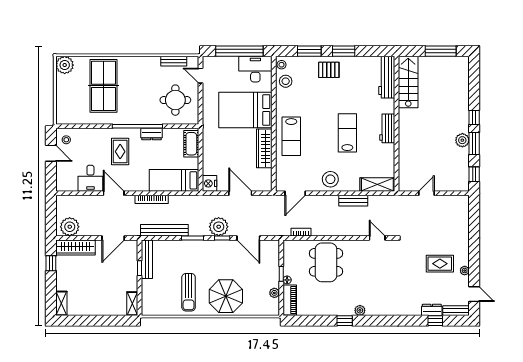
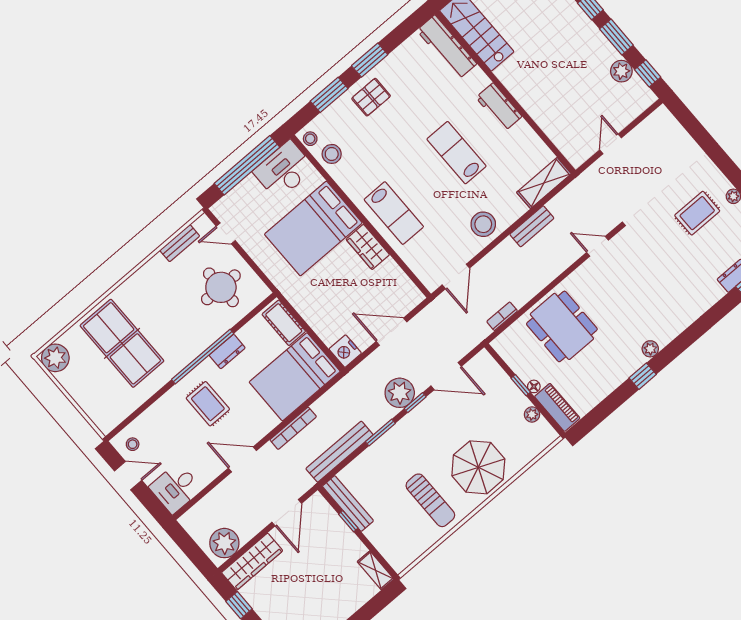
plant: (462, 140) -> (621, 71), moved
wardrobe: (264, 148) -> (368, 247), width x0.67
desk: (90, 178) -> (176, 488), moved, turned 90
bed: (174, 180) -> (295, 377), width x1.50

